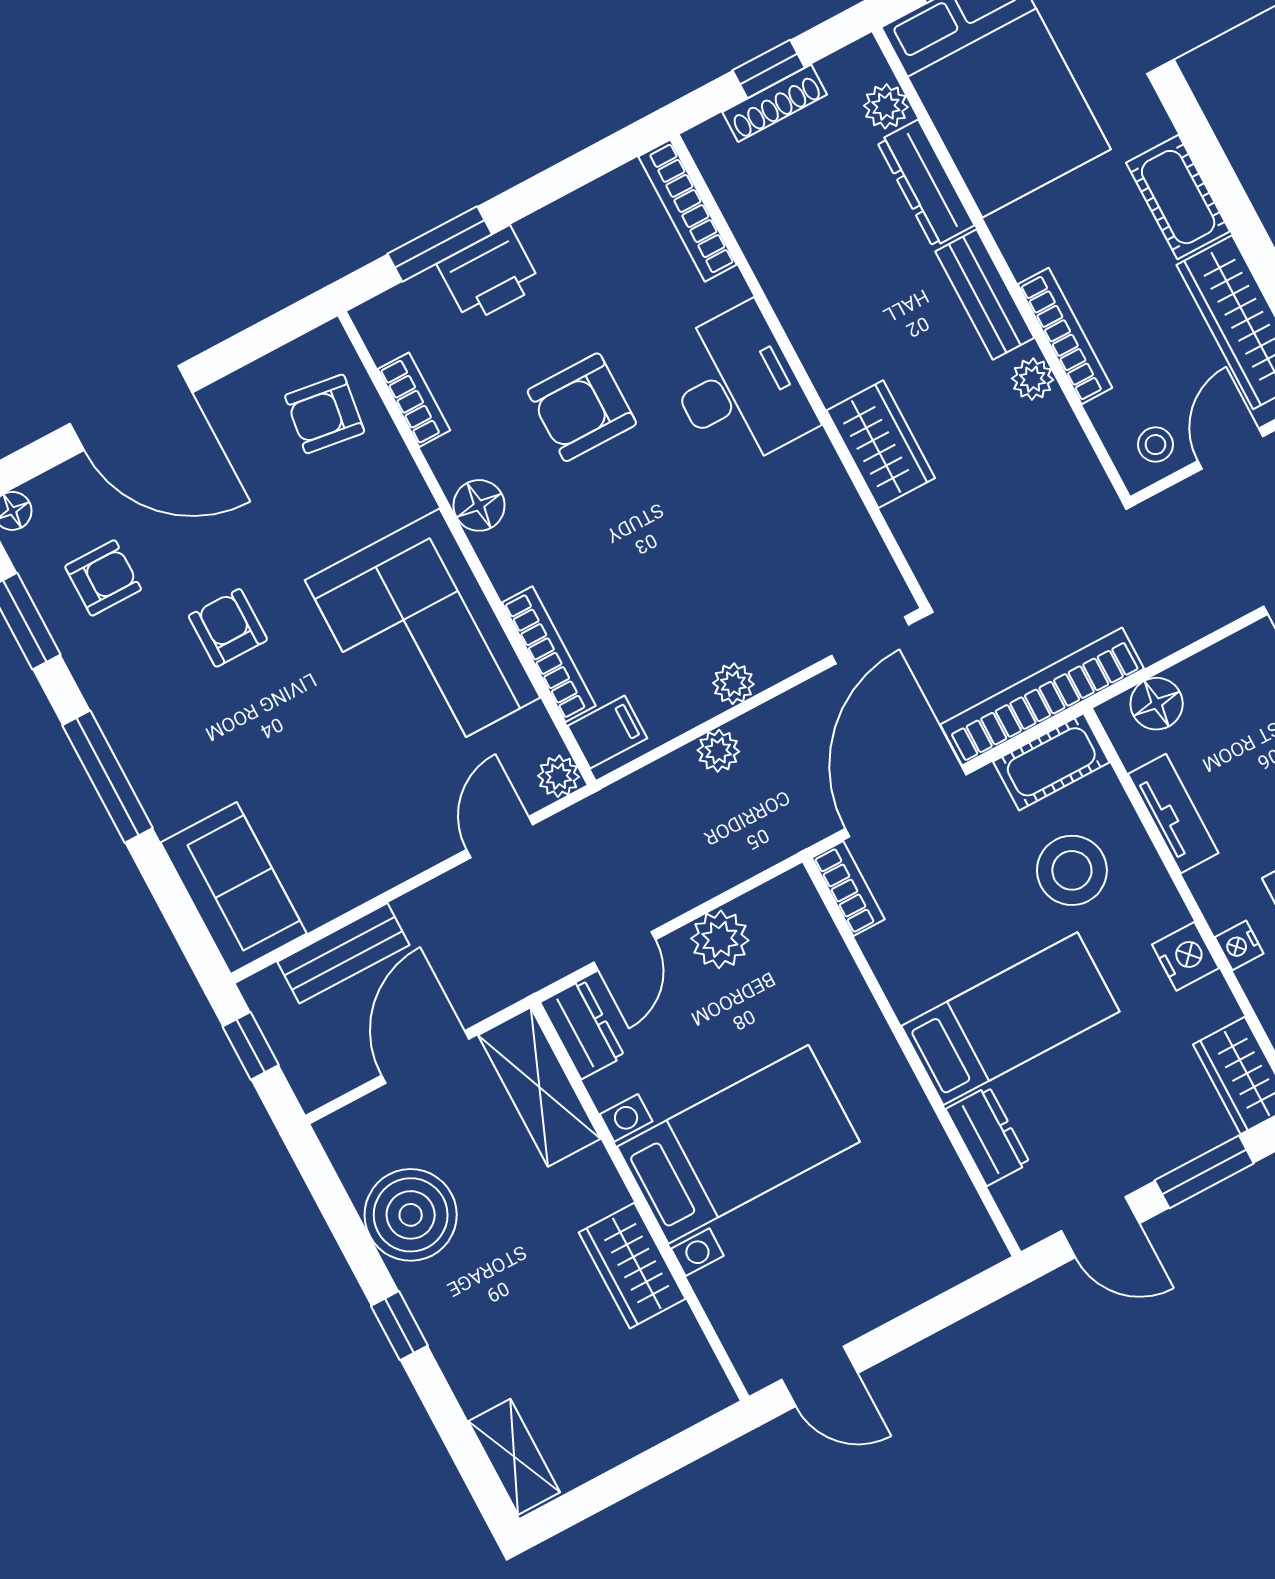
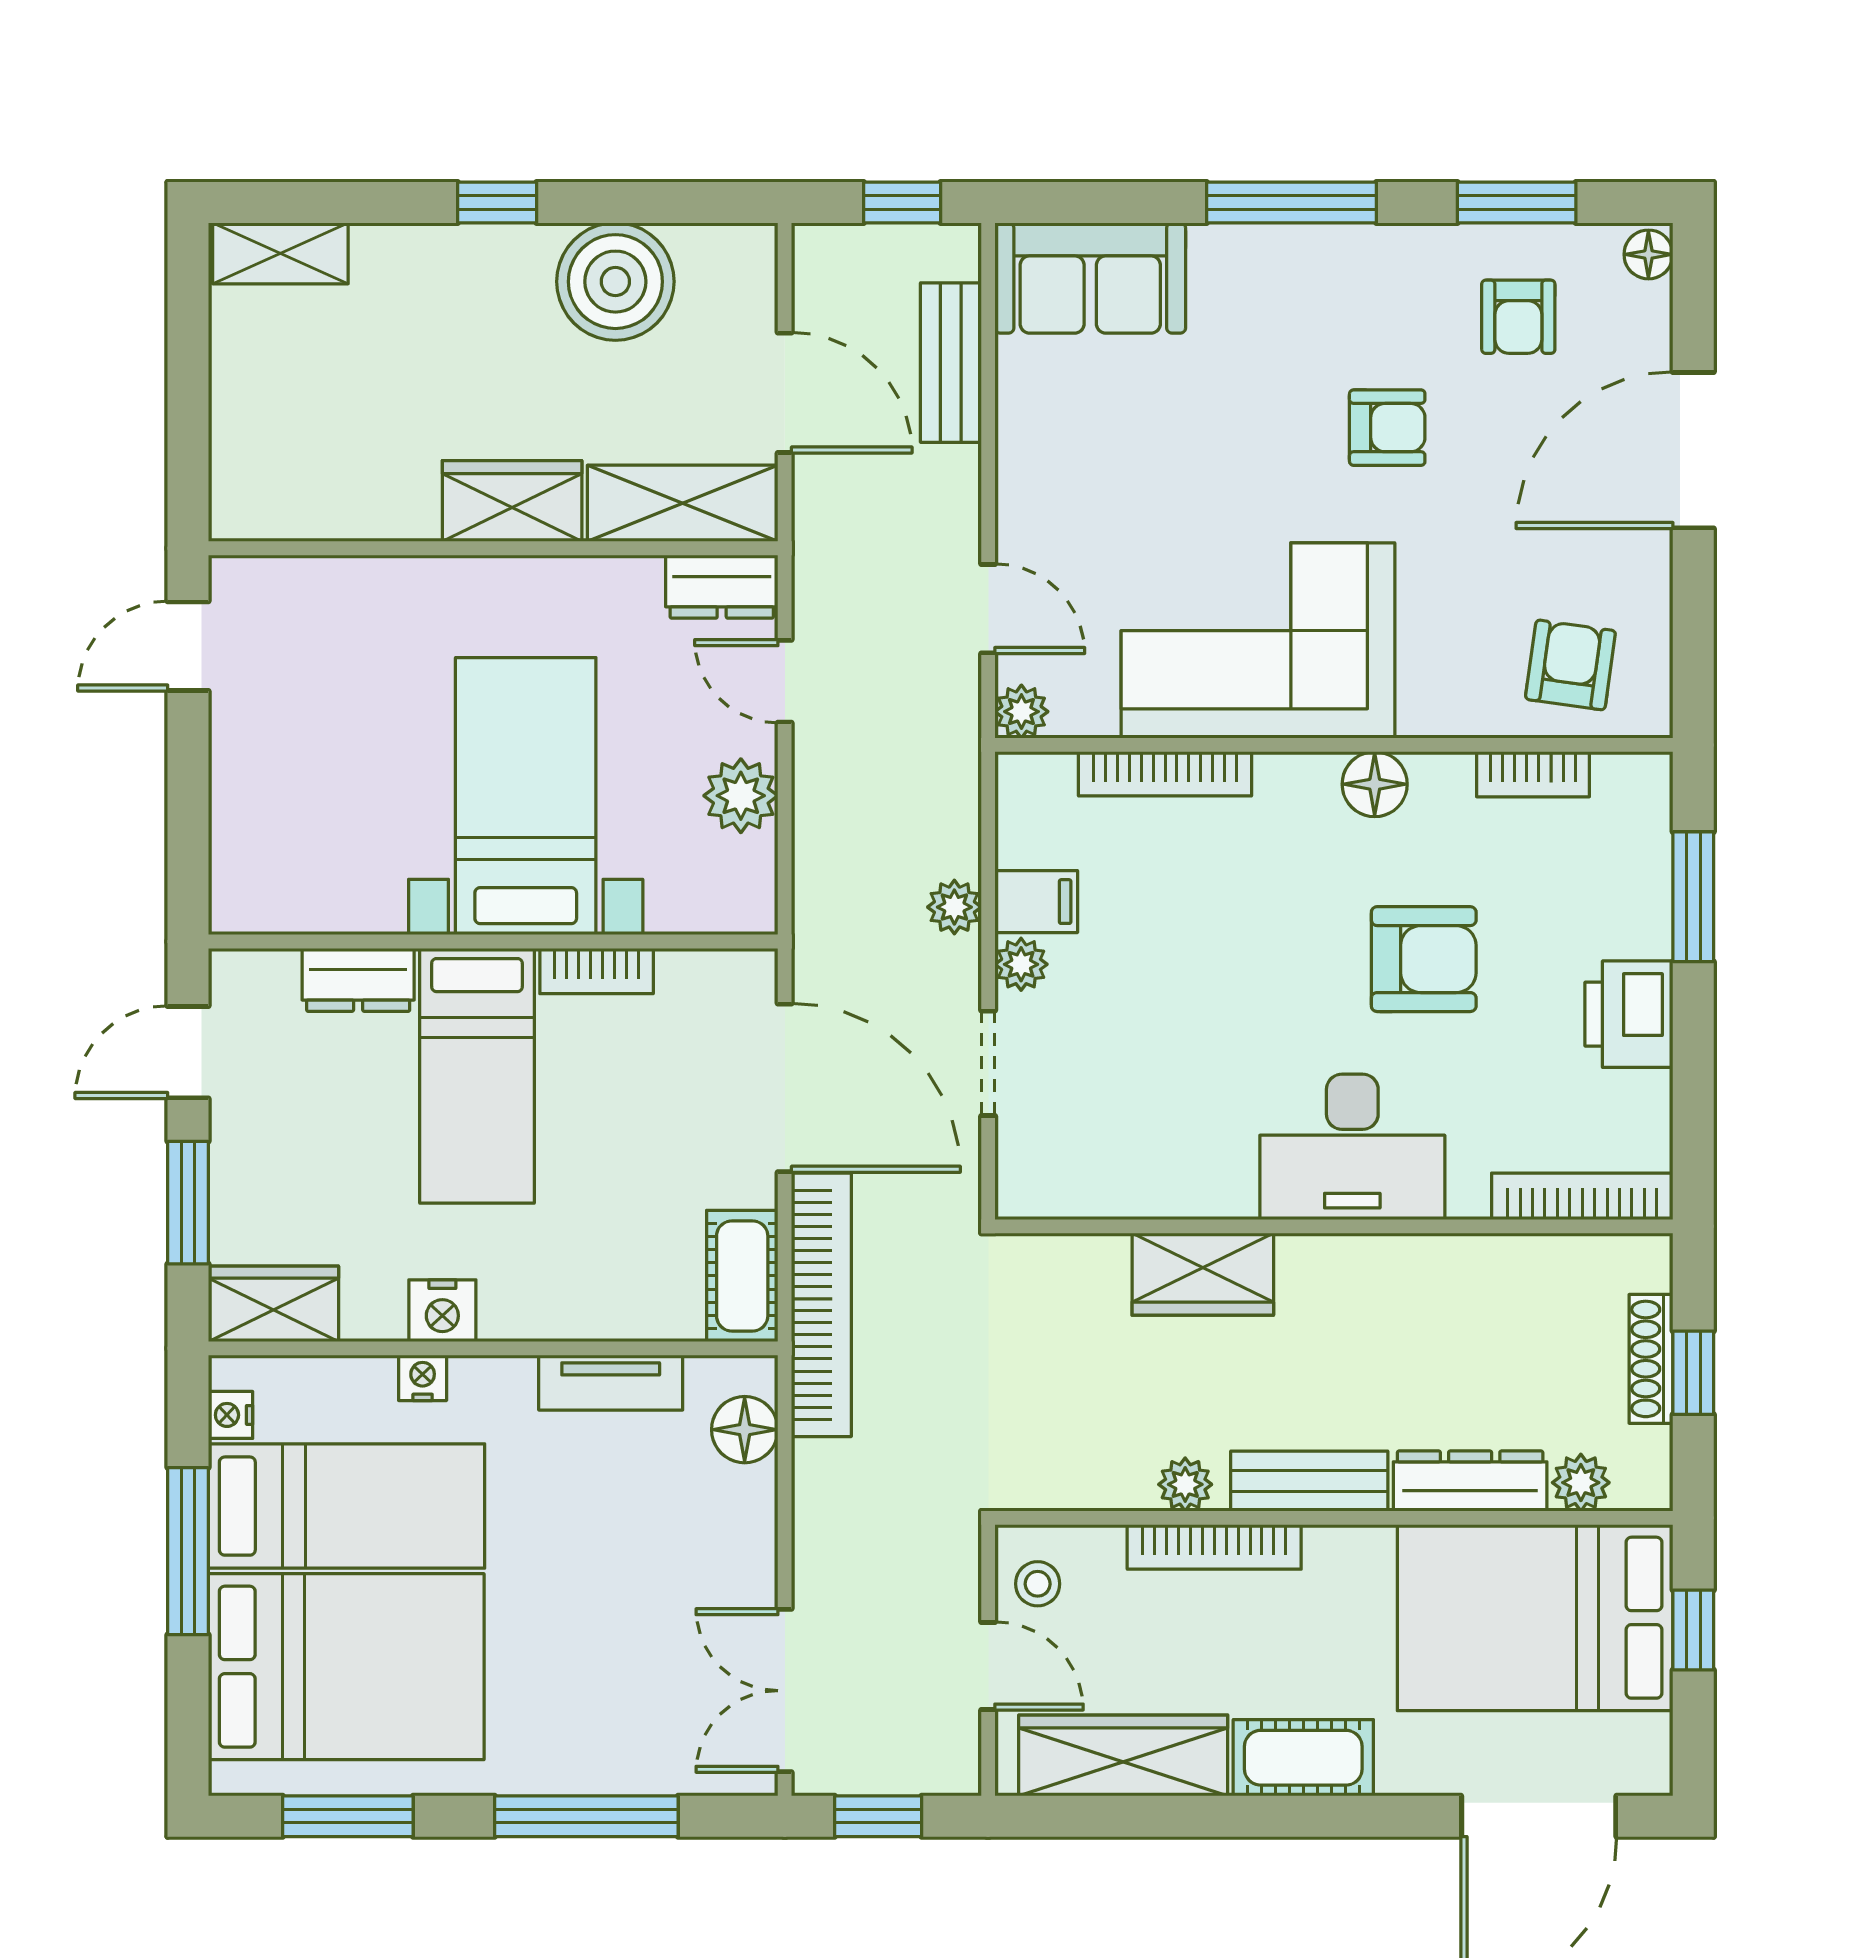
printer: (489, 275) -> (1629, 1014), moved
armchair: (582, 407) -> (1424, 959), turned 90
doorway: (870, 640) -> (988, 1063), moved
filing cabinet: (607, 732) -> (1036, 902), moved, turned -90
stool: (1072, 870) -> (607, 1234), removed
bookcase: (848, 888) -> (597, 971), moved
bed with nightstands: (738, 1144) -> (526, 796), moved, turned 180
wardrobe: (632, 1266) -> (512, 501), moved

